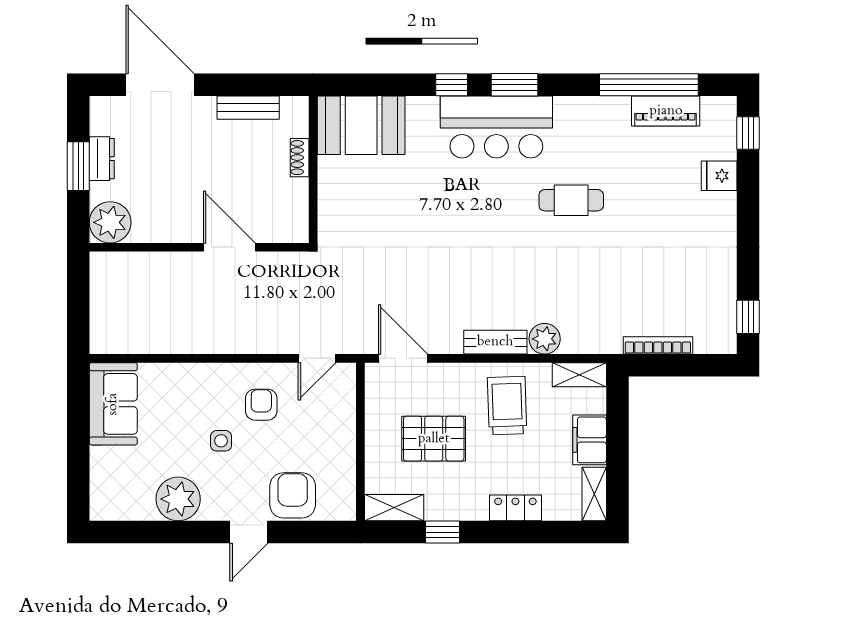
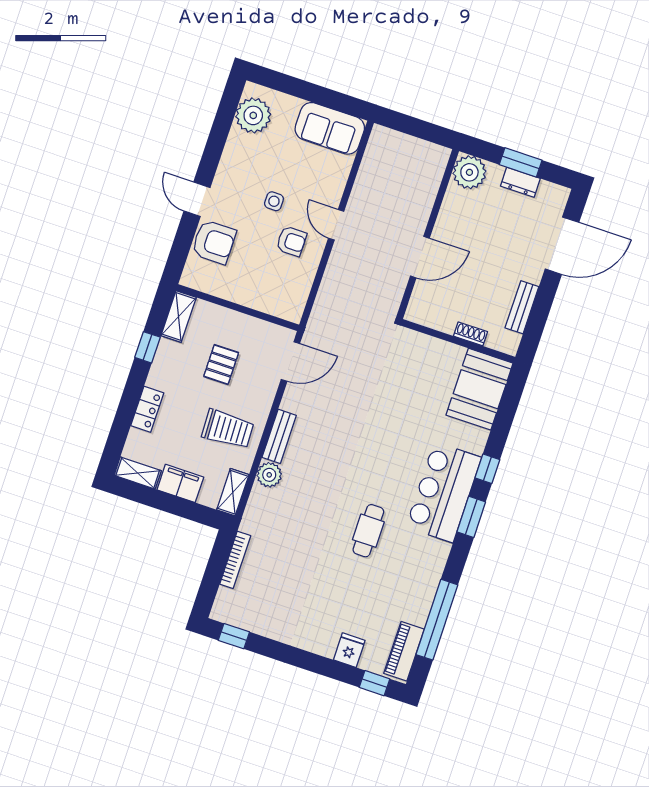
piano: (666, 111) -> (404, 651), moved
door: (317, 358) -> (336, 225), moved
pallet: (434, 439) -> (221, 365), width x0.67, depth x0.71
plant: (178, 499) -> (253, 115), moved

